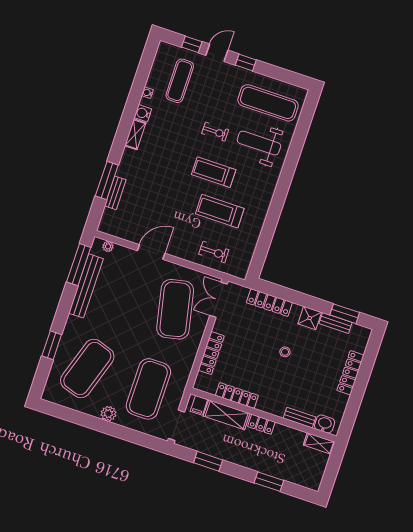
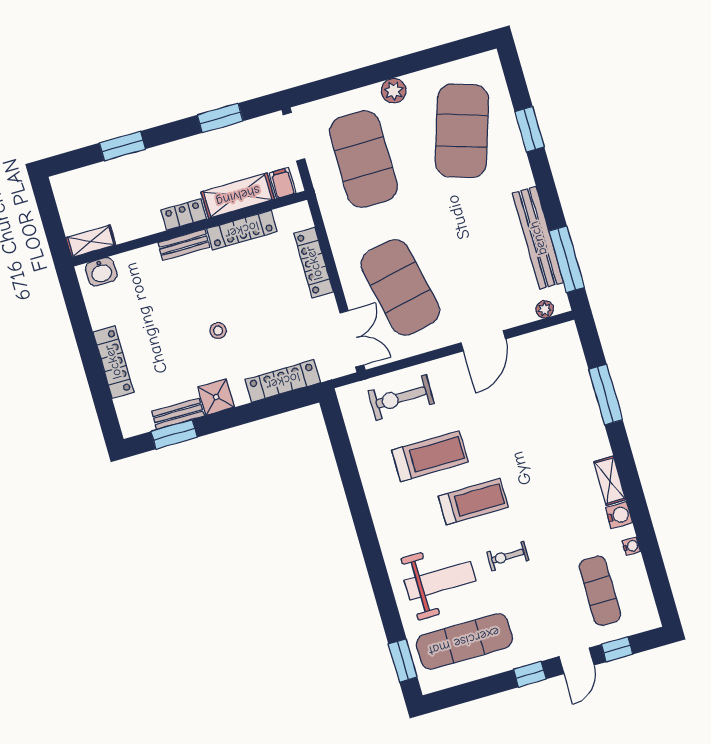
window: (307, 115) -> (403, 660), added
bench: (115, 193) -> (583, 386), removed
exercise bike: (214, 252) -> (401, 397), width x1.38, depth x1.39
bench: (300, 418) -> (184, 245), moved

